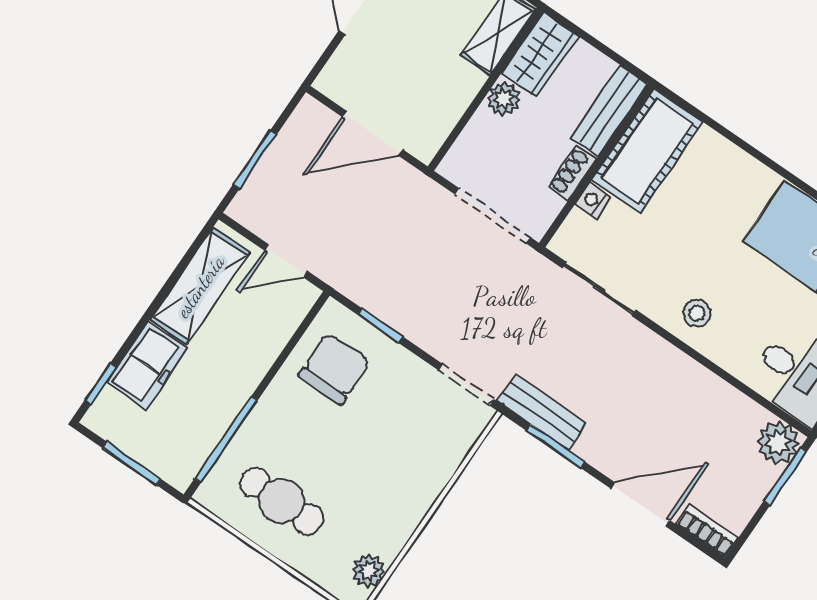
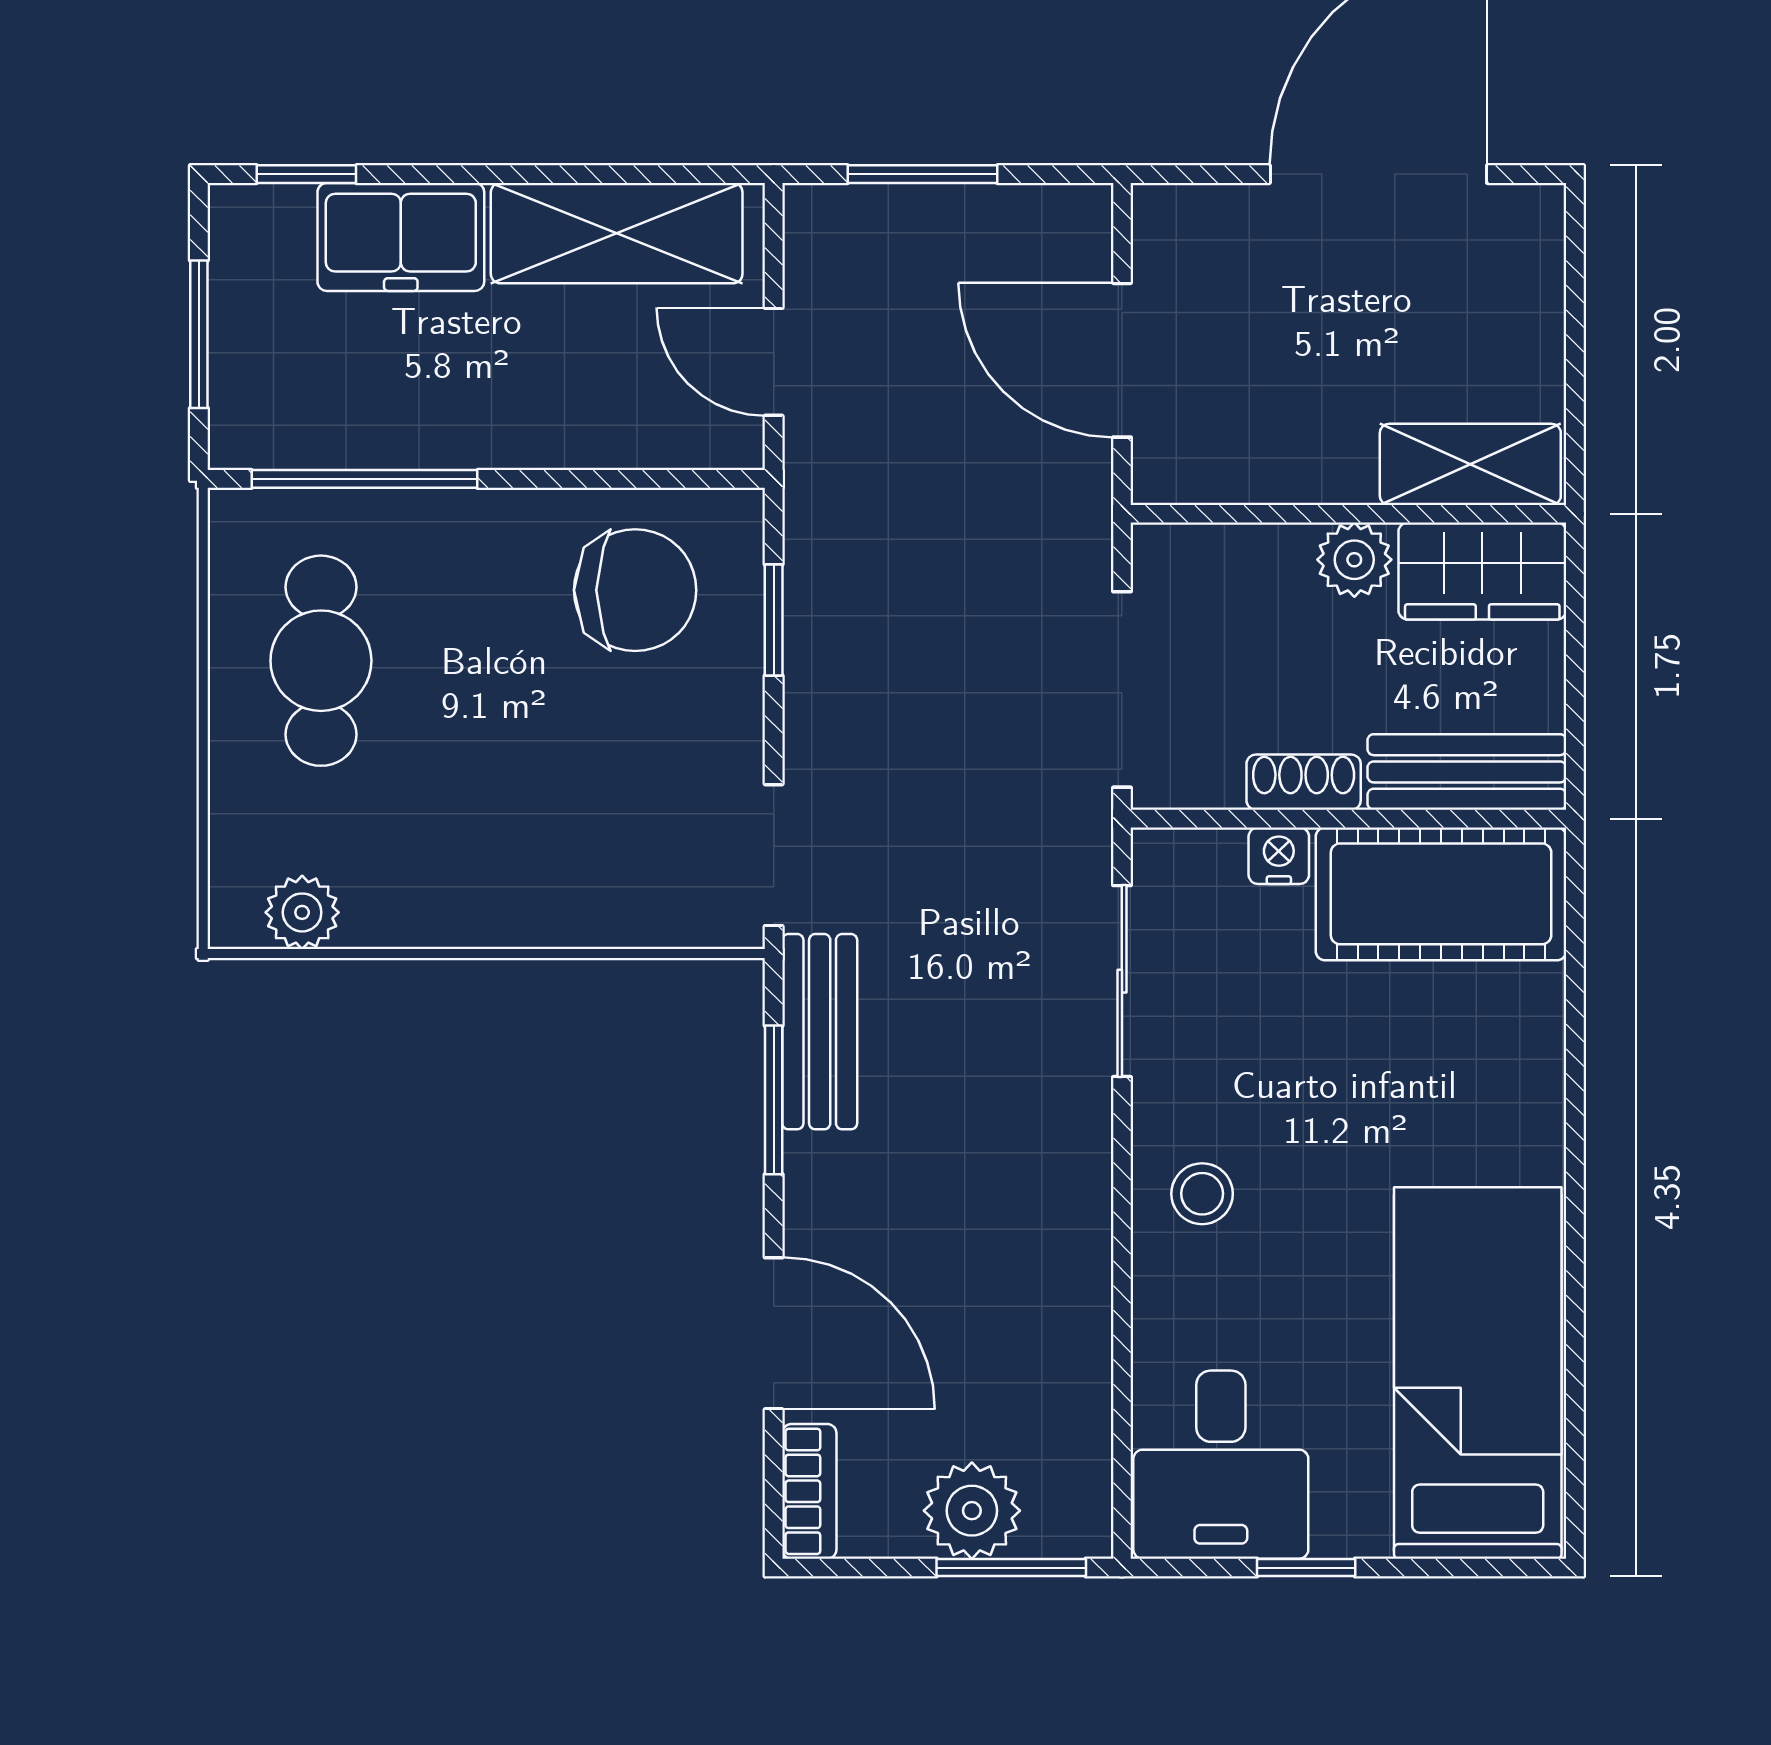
plant: (778, 443) -> (972, 1511), moved

